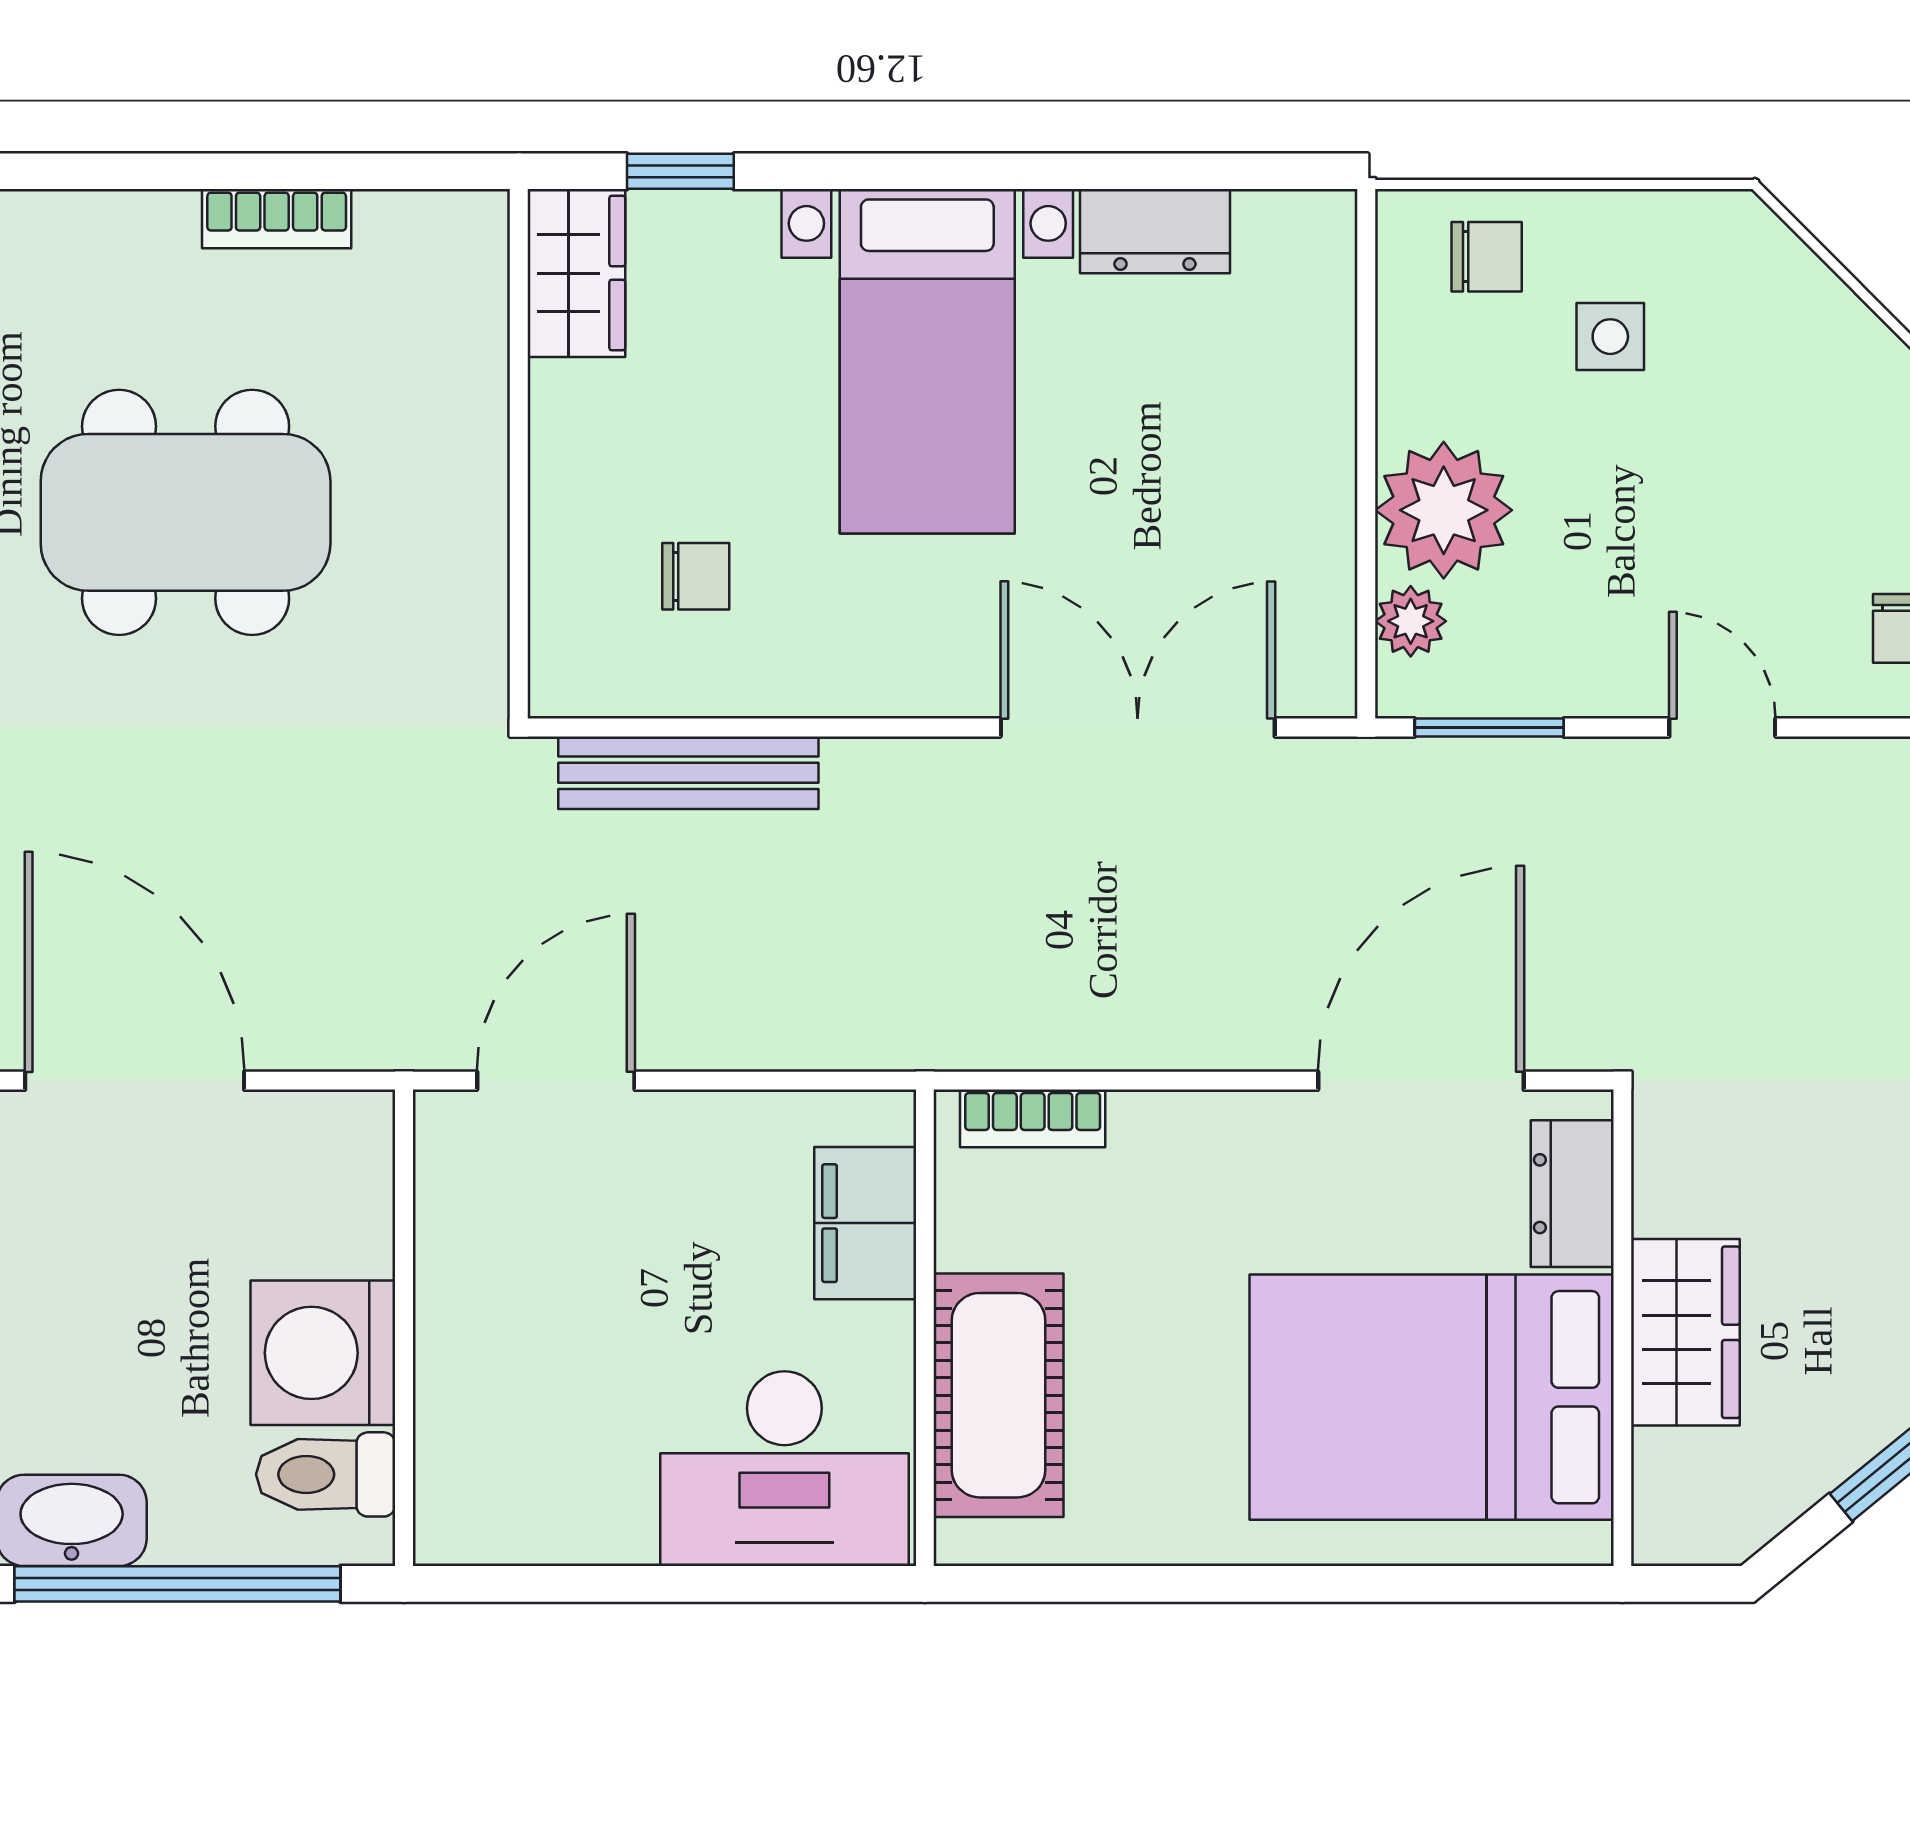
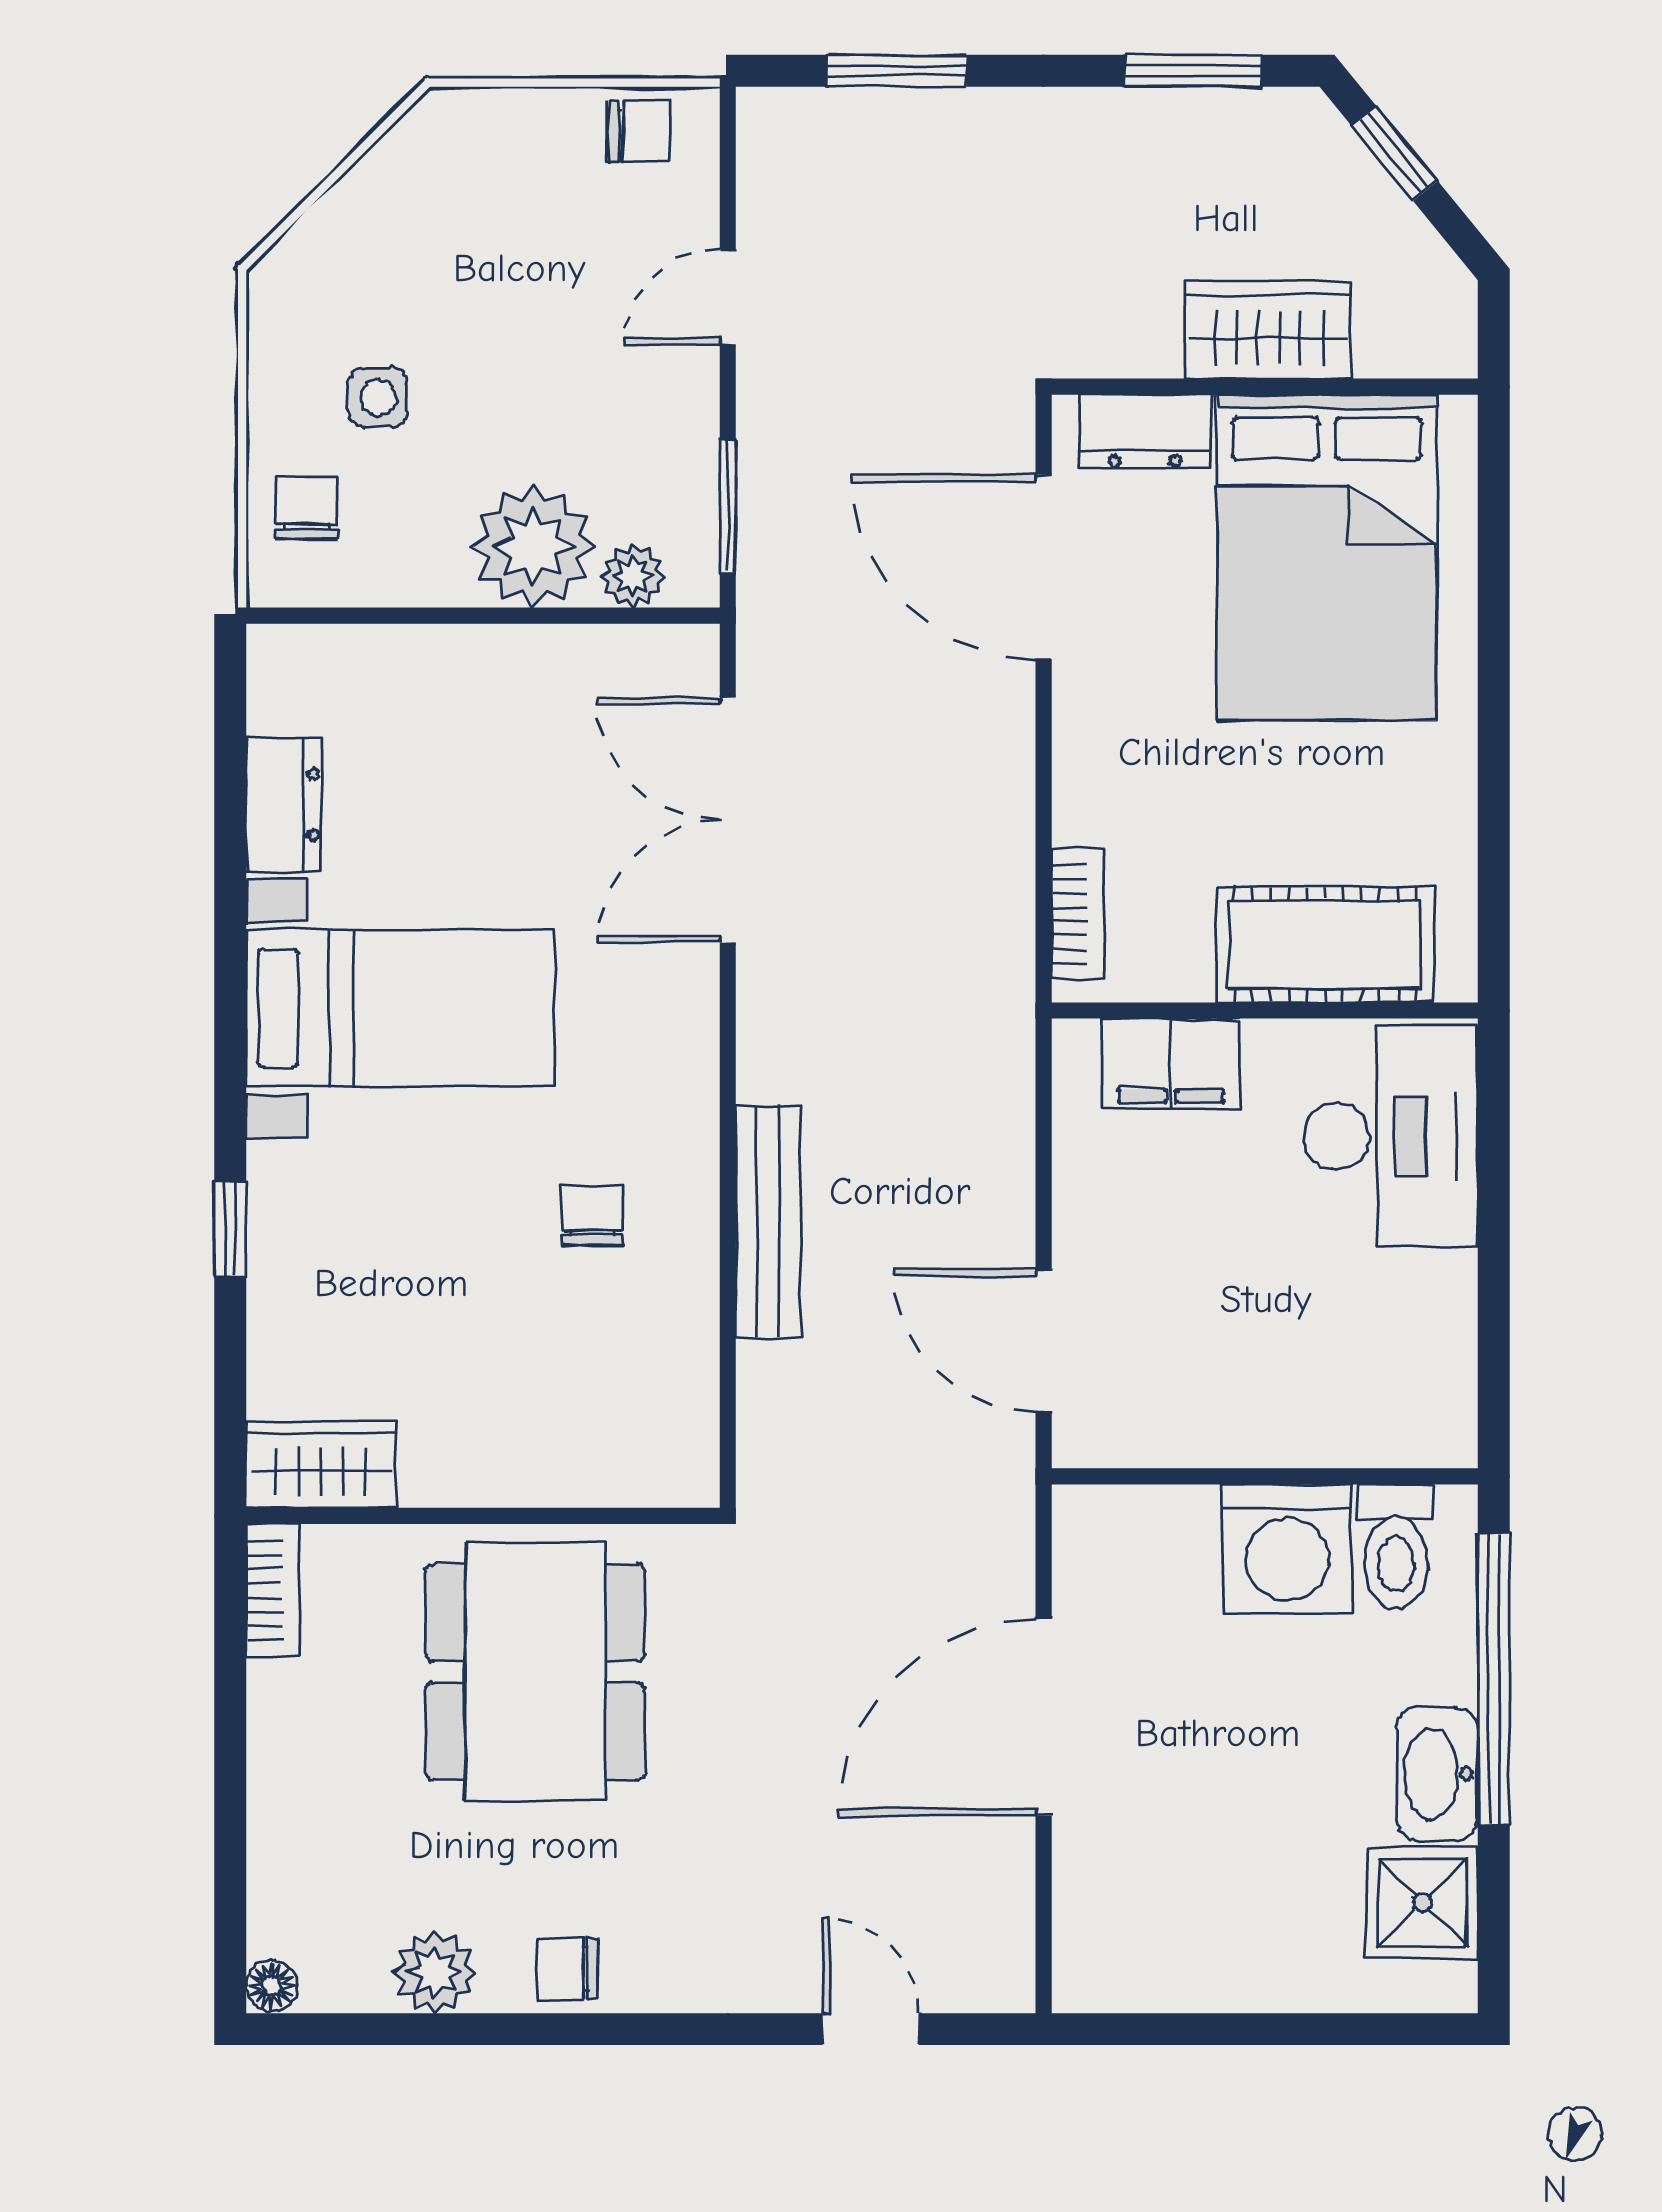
wardrobe: (576, 273) -> (321, 1464), moved
wall: (519, 454) -> (483, 1516), moved

